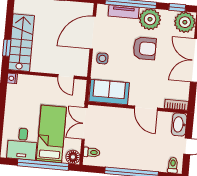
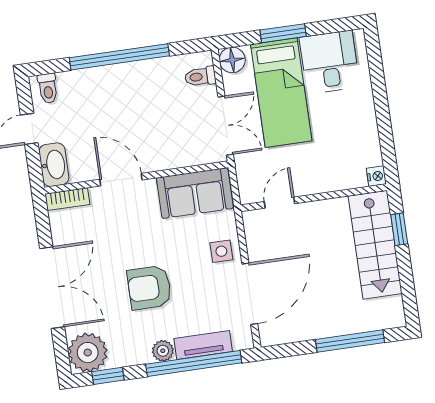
plant: (150, 19) -> (163, 351), width x0.53, depth x0.53
door: (66, 77) -> (279, 203), hinge flipped
window: (43, 165) -> (283, 33), width x0.47

